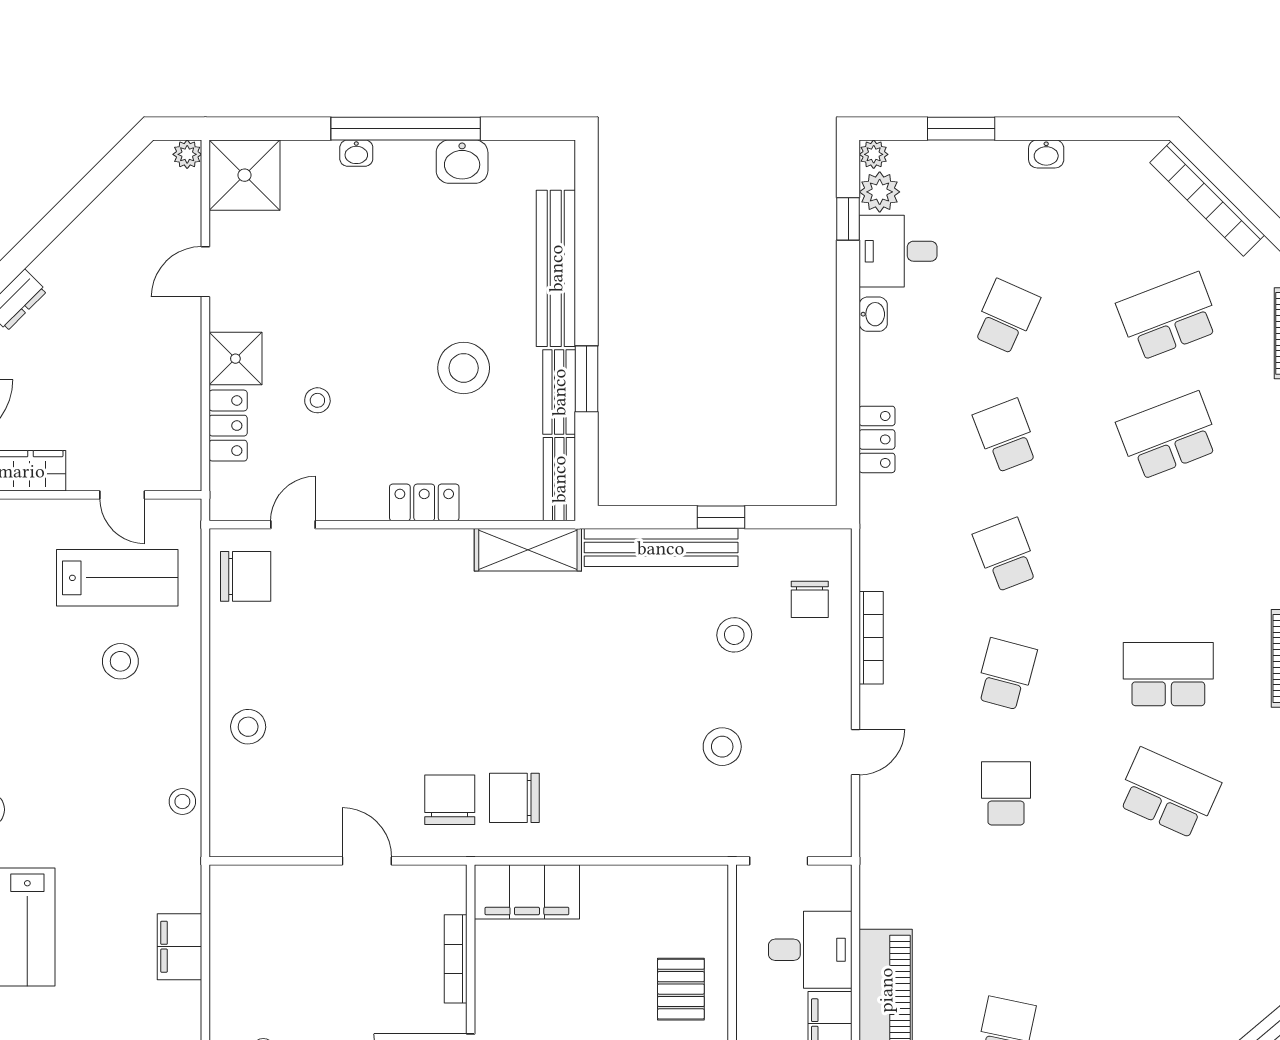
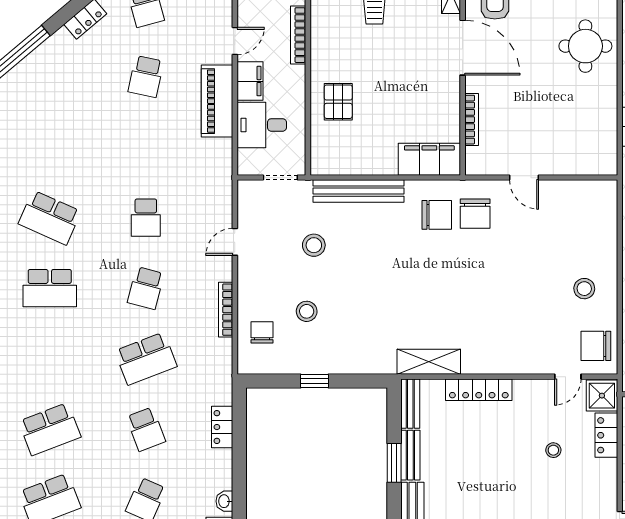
shower: (235, 359) -> (602, 396), moved
stool: (464, 368) -> (467, 469), removed
locker: (424, 502) -> (479, 390), width x1.53
bench: (661, 548) -> (358, 191), moved
school desk: (1006, 555) -> (146, 359), width x1.85
stool: (248, 727) -> (584, 289), moved

